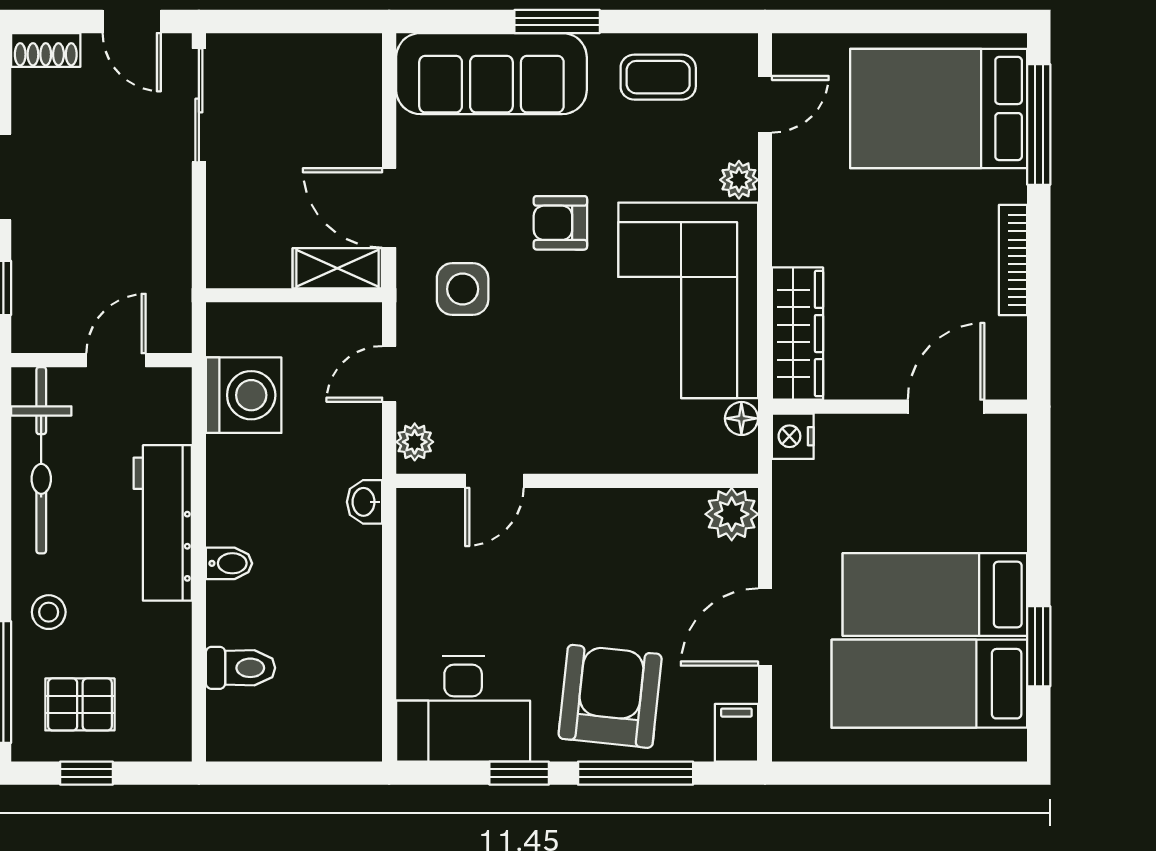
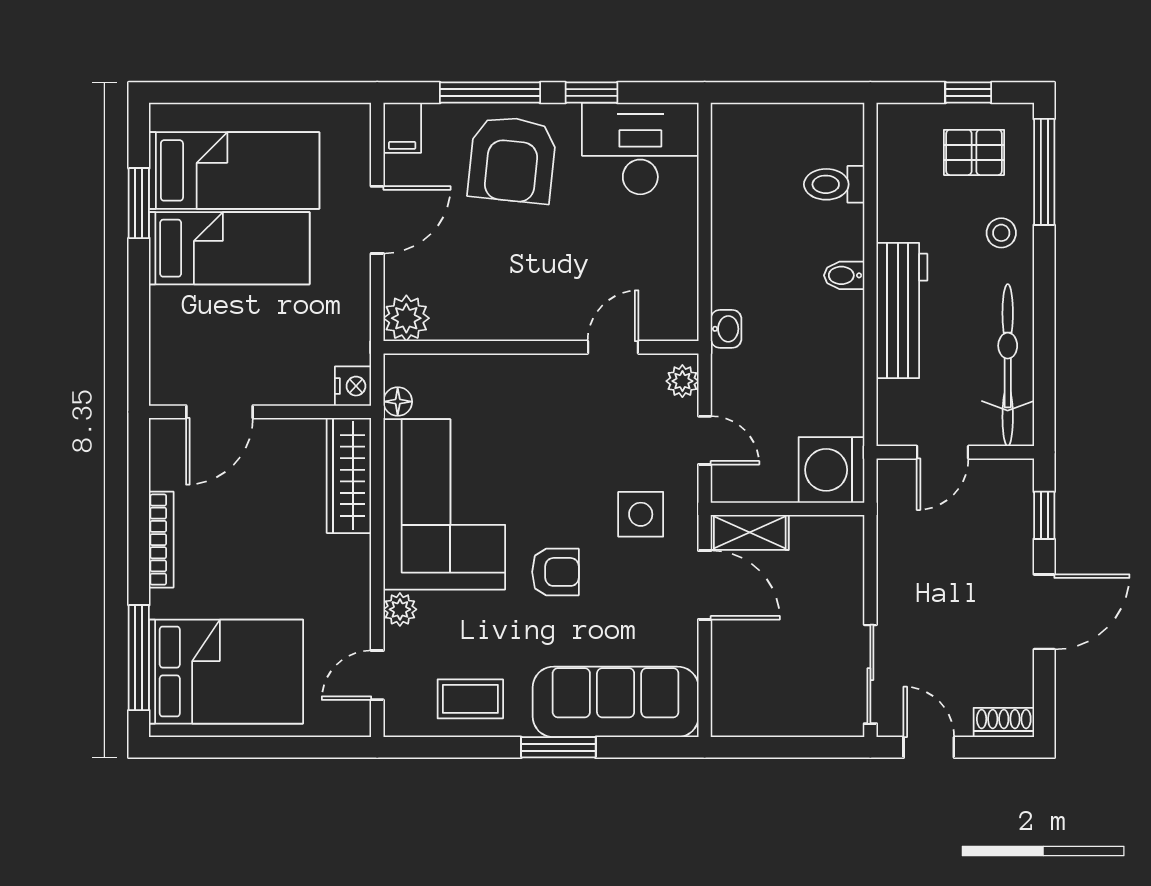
door: (389, 374) -> (705, 440), hinge flipped
washing machine: (244, 395) -> (831, 470), moved

